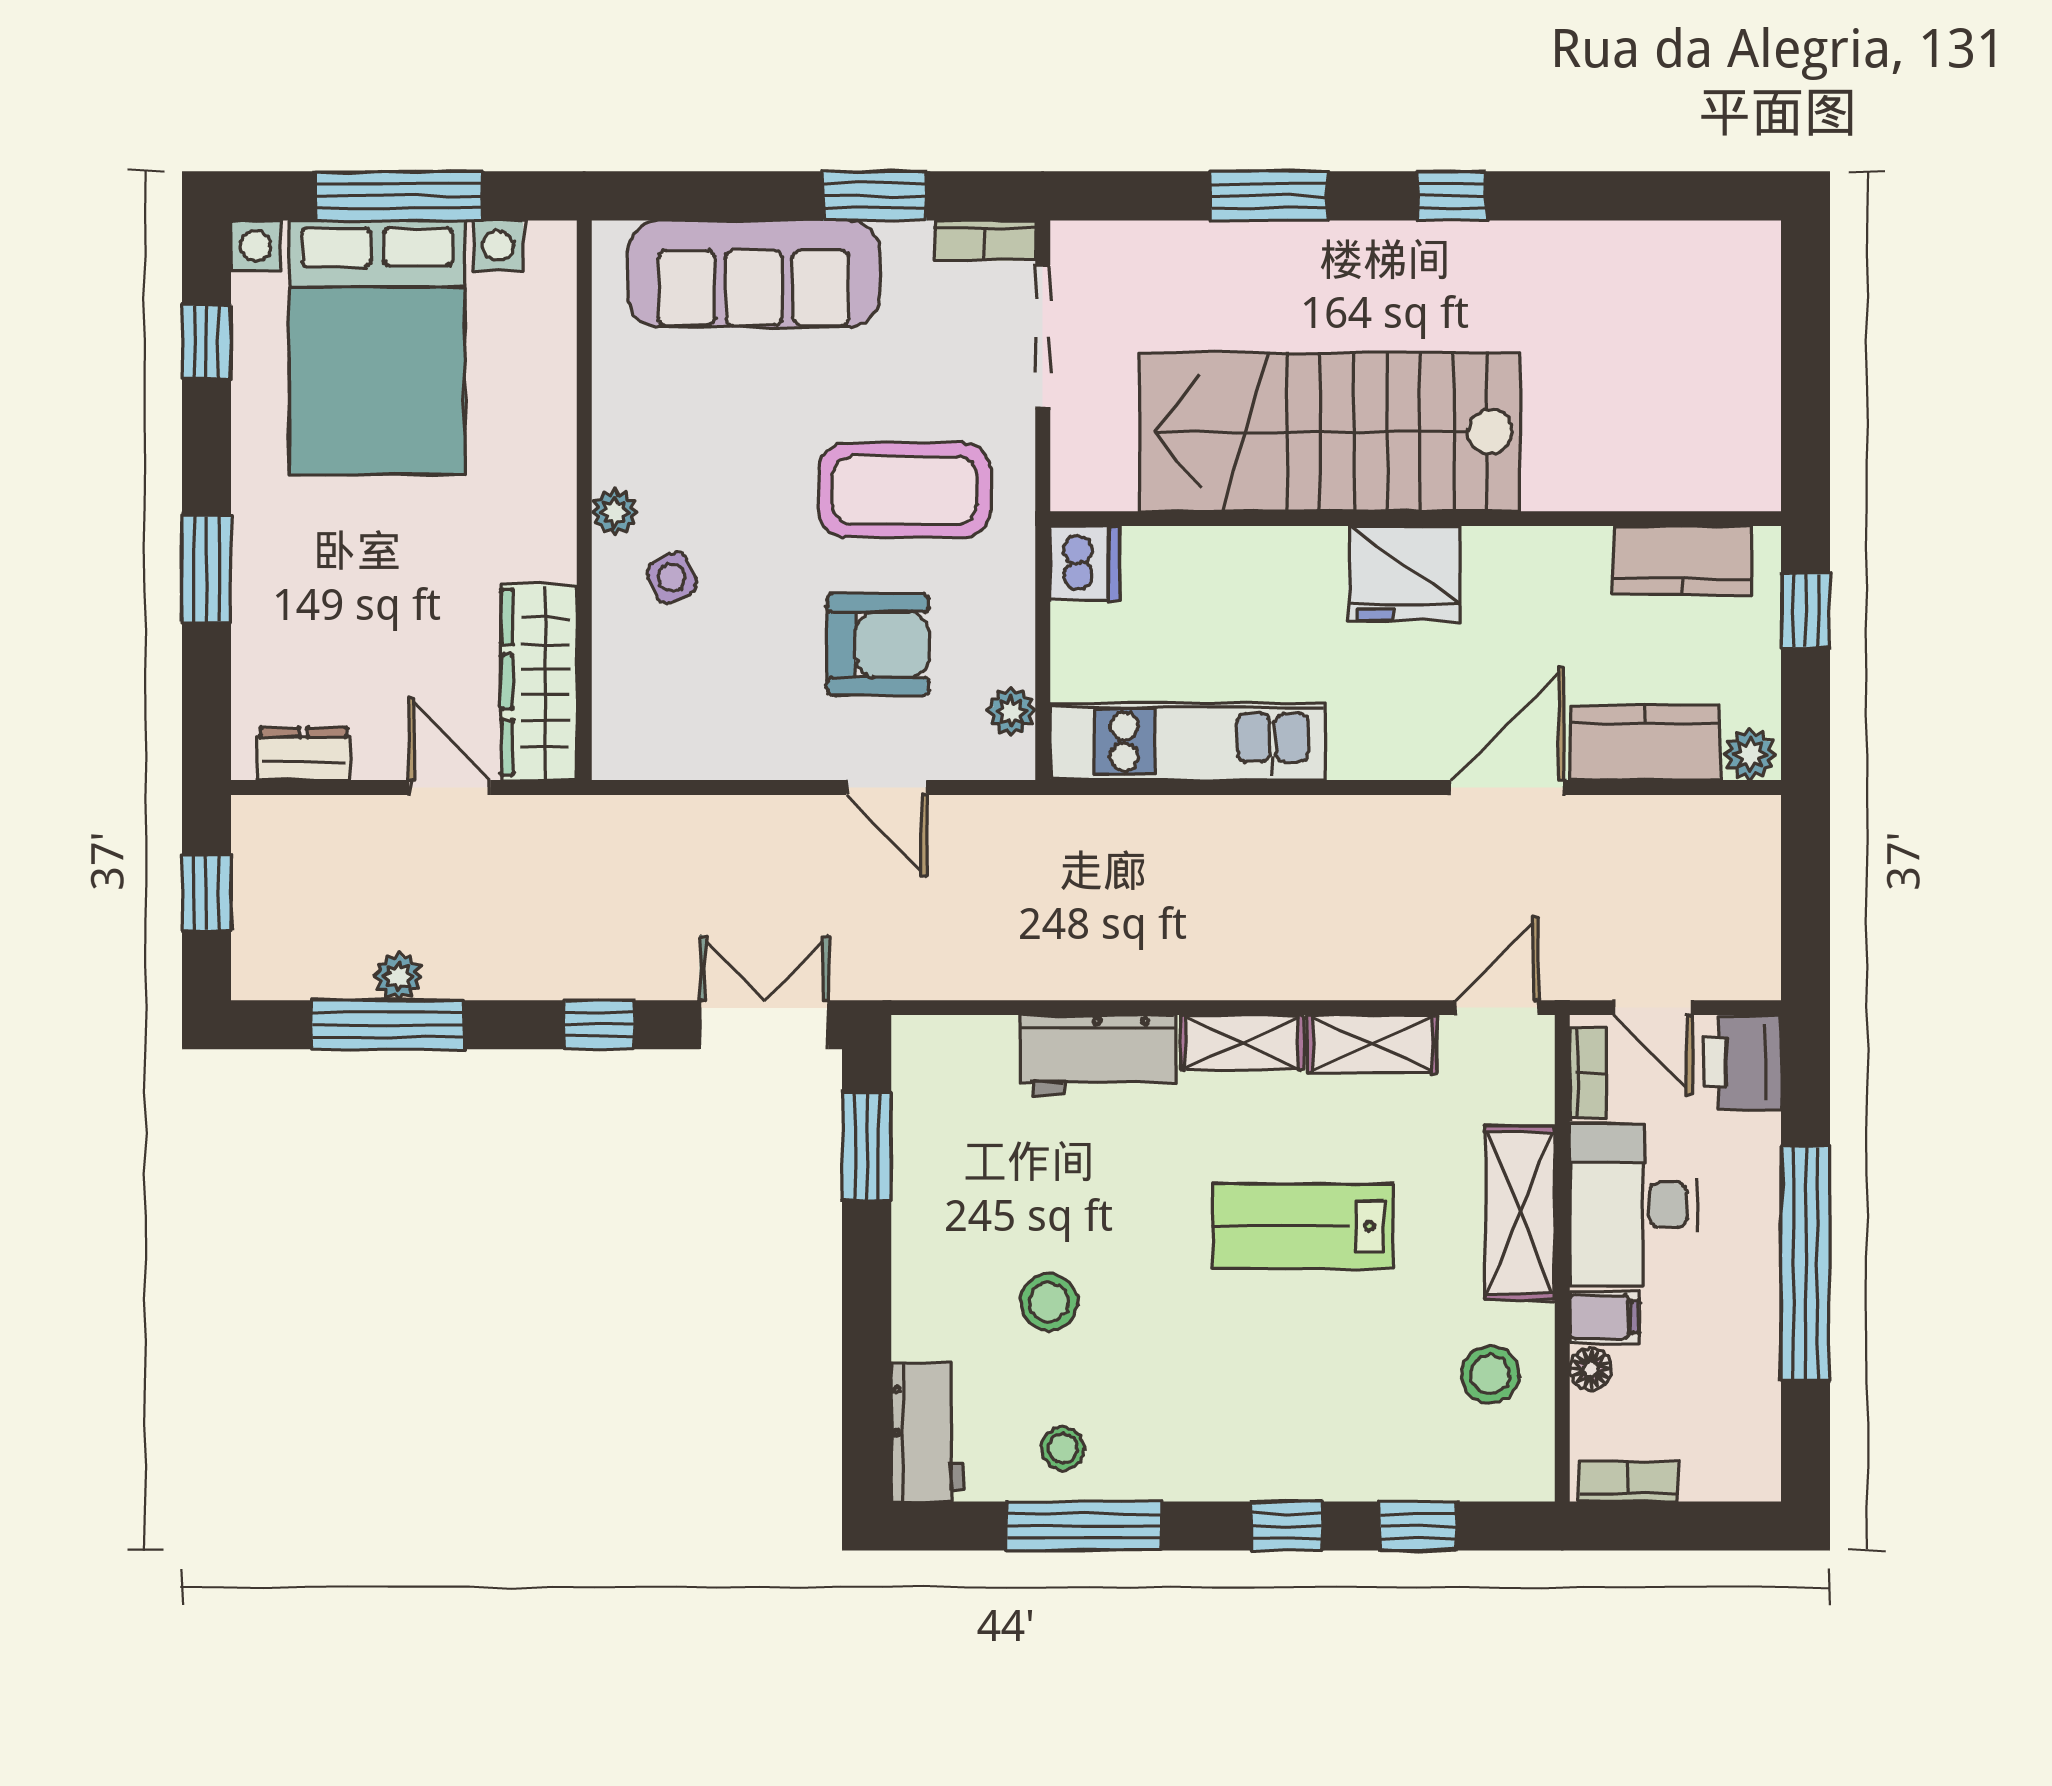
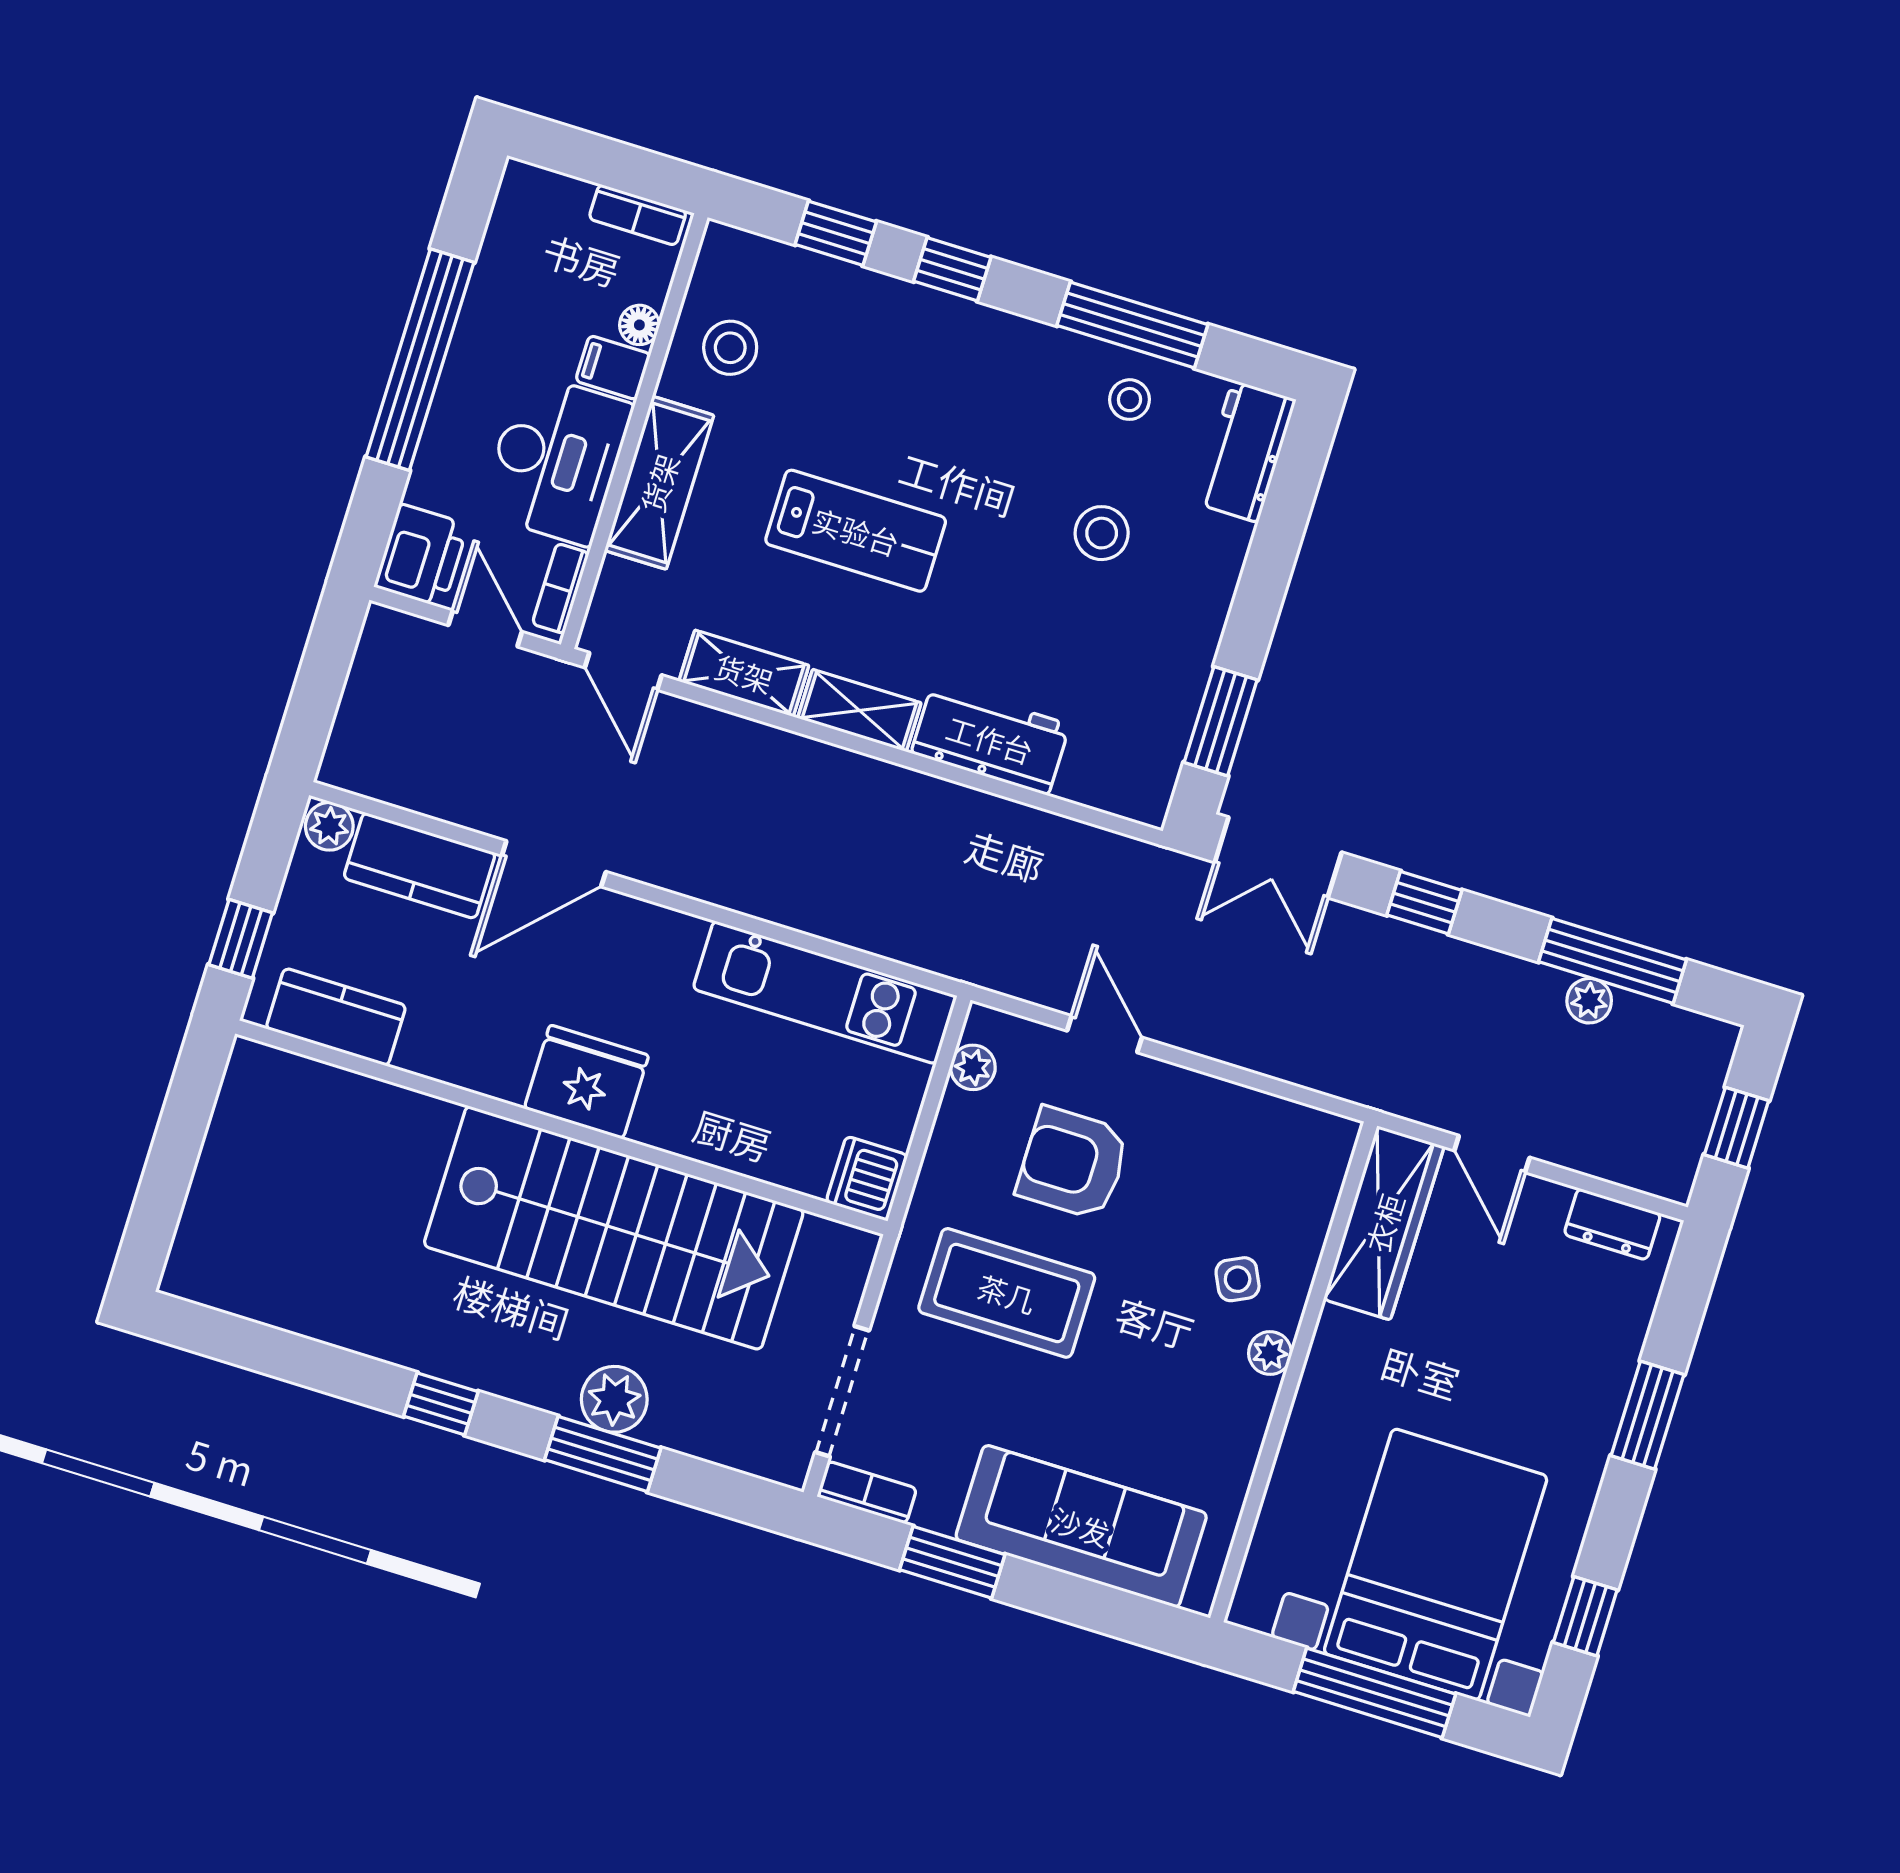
plant: (1274, 256) -> (614, 1399), added
door: (1497, 1008) -> (623, 671), hinge flipped

